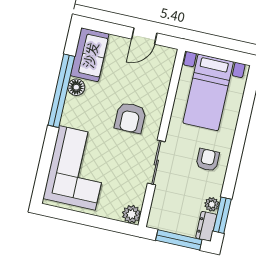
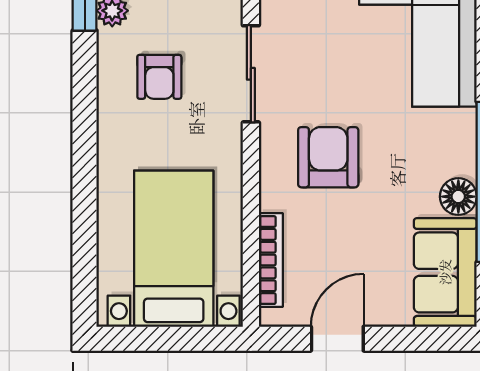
bookcase: (166, 78) -> (271, 260), added
armchair: (208, 160) -> (159, 77), moved

